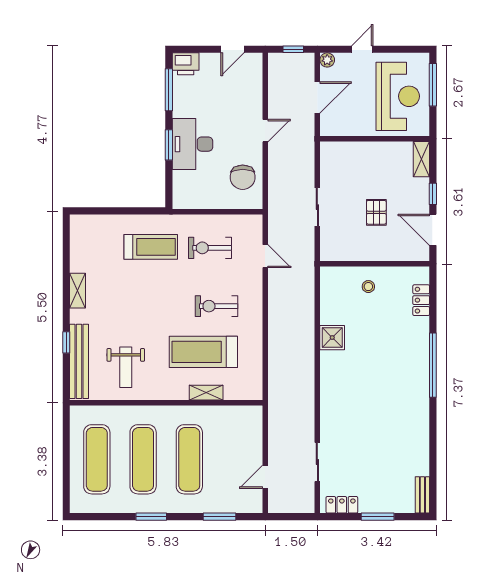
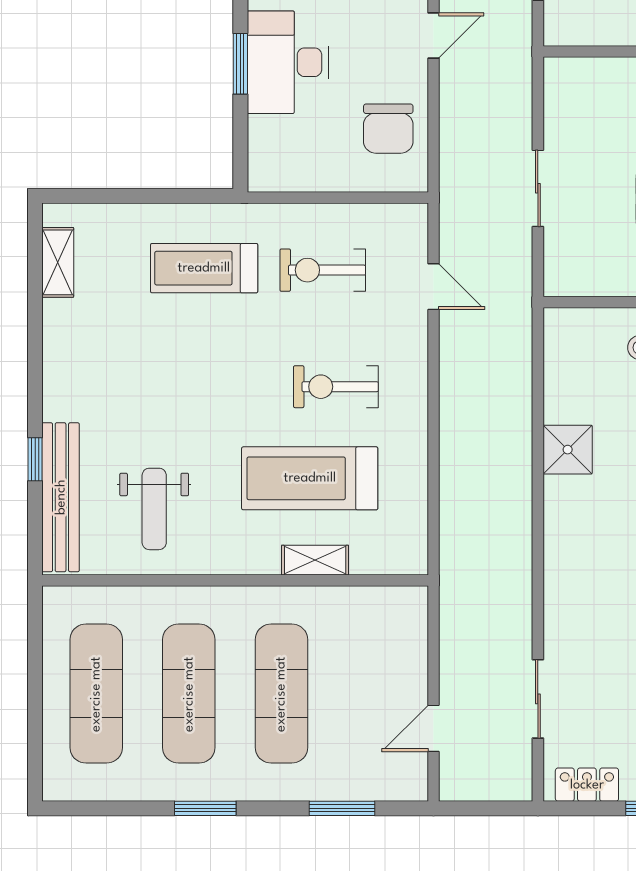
treadmill: (151, 247) -> (204, 268), turned 180
shelving: (78, 291) -> (58, 262), moved

